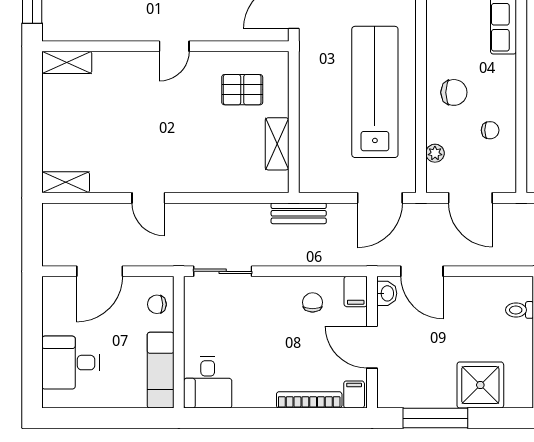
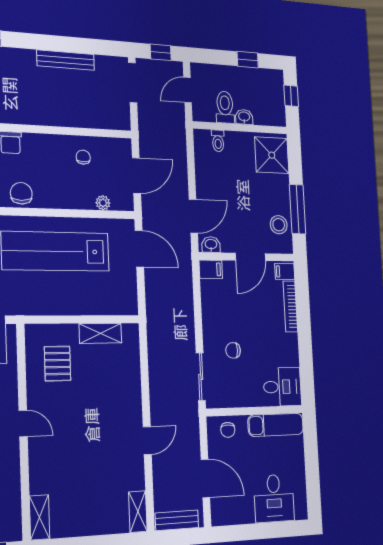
chair: (454, 92) -> (21, 193), moved
bench: (299, 213) -> (177, 520), moved, turned 90
chair: (313, 302) -> (233, 350), moved
shower: (480, 385) -> (272, 155), moved
stool: (414, 390) -> (279, 225), added

